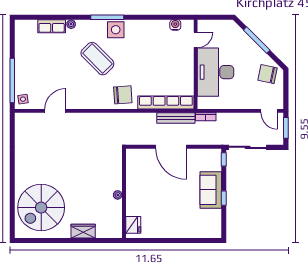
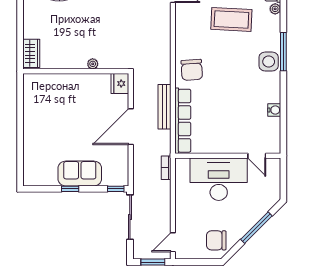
water cooler: (175, 25) -> (274, 110), moved
coffee table: (97, 59) -> (231, 19), moved, turned 48
chair: (267, 74) -> (216, 240), turned -102
bench: (176, 118) -> (165, 107), moved
plant: (118, 195) -> (93, 64), moved
fridge: (133, 225) -> (120, 84), moved, turned 90
wardrobe: (83, 231) -> (31, 53), moved

